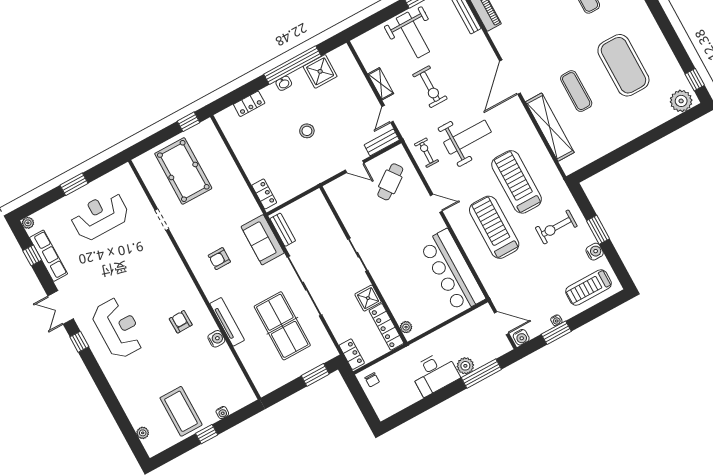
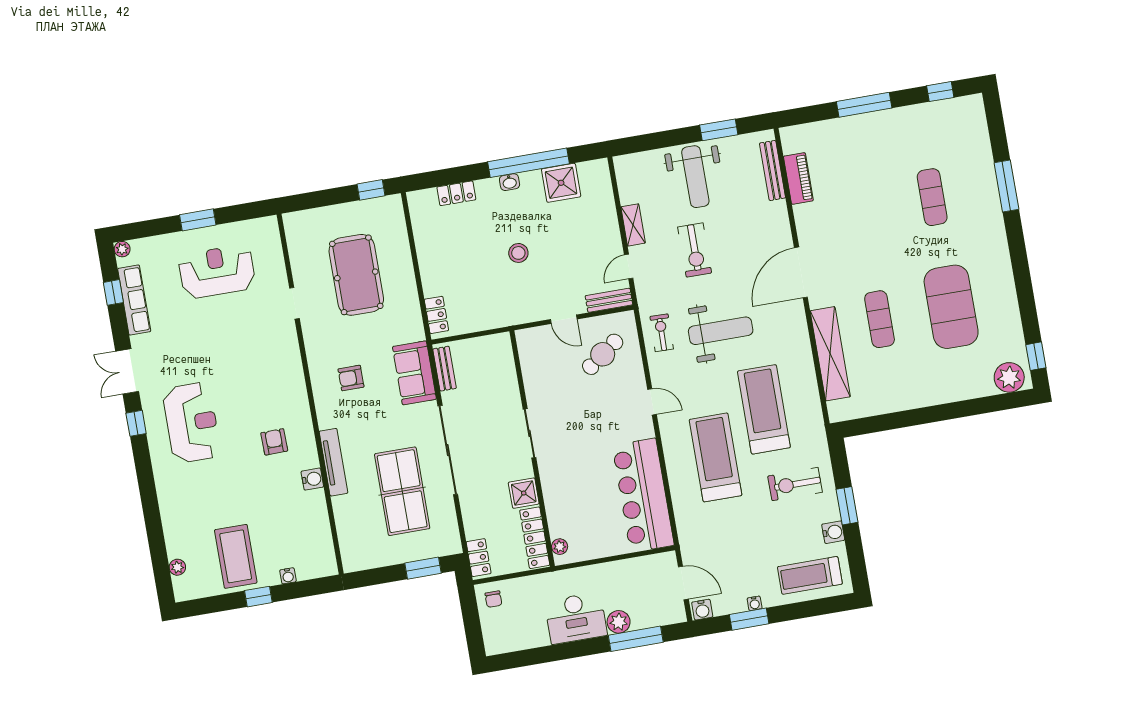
pool table: (183, 171) -> (356, 275), moved

